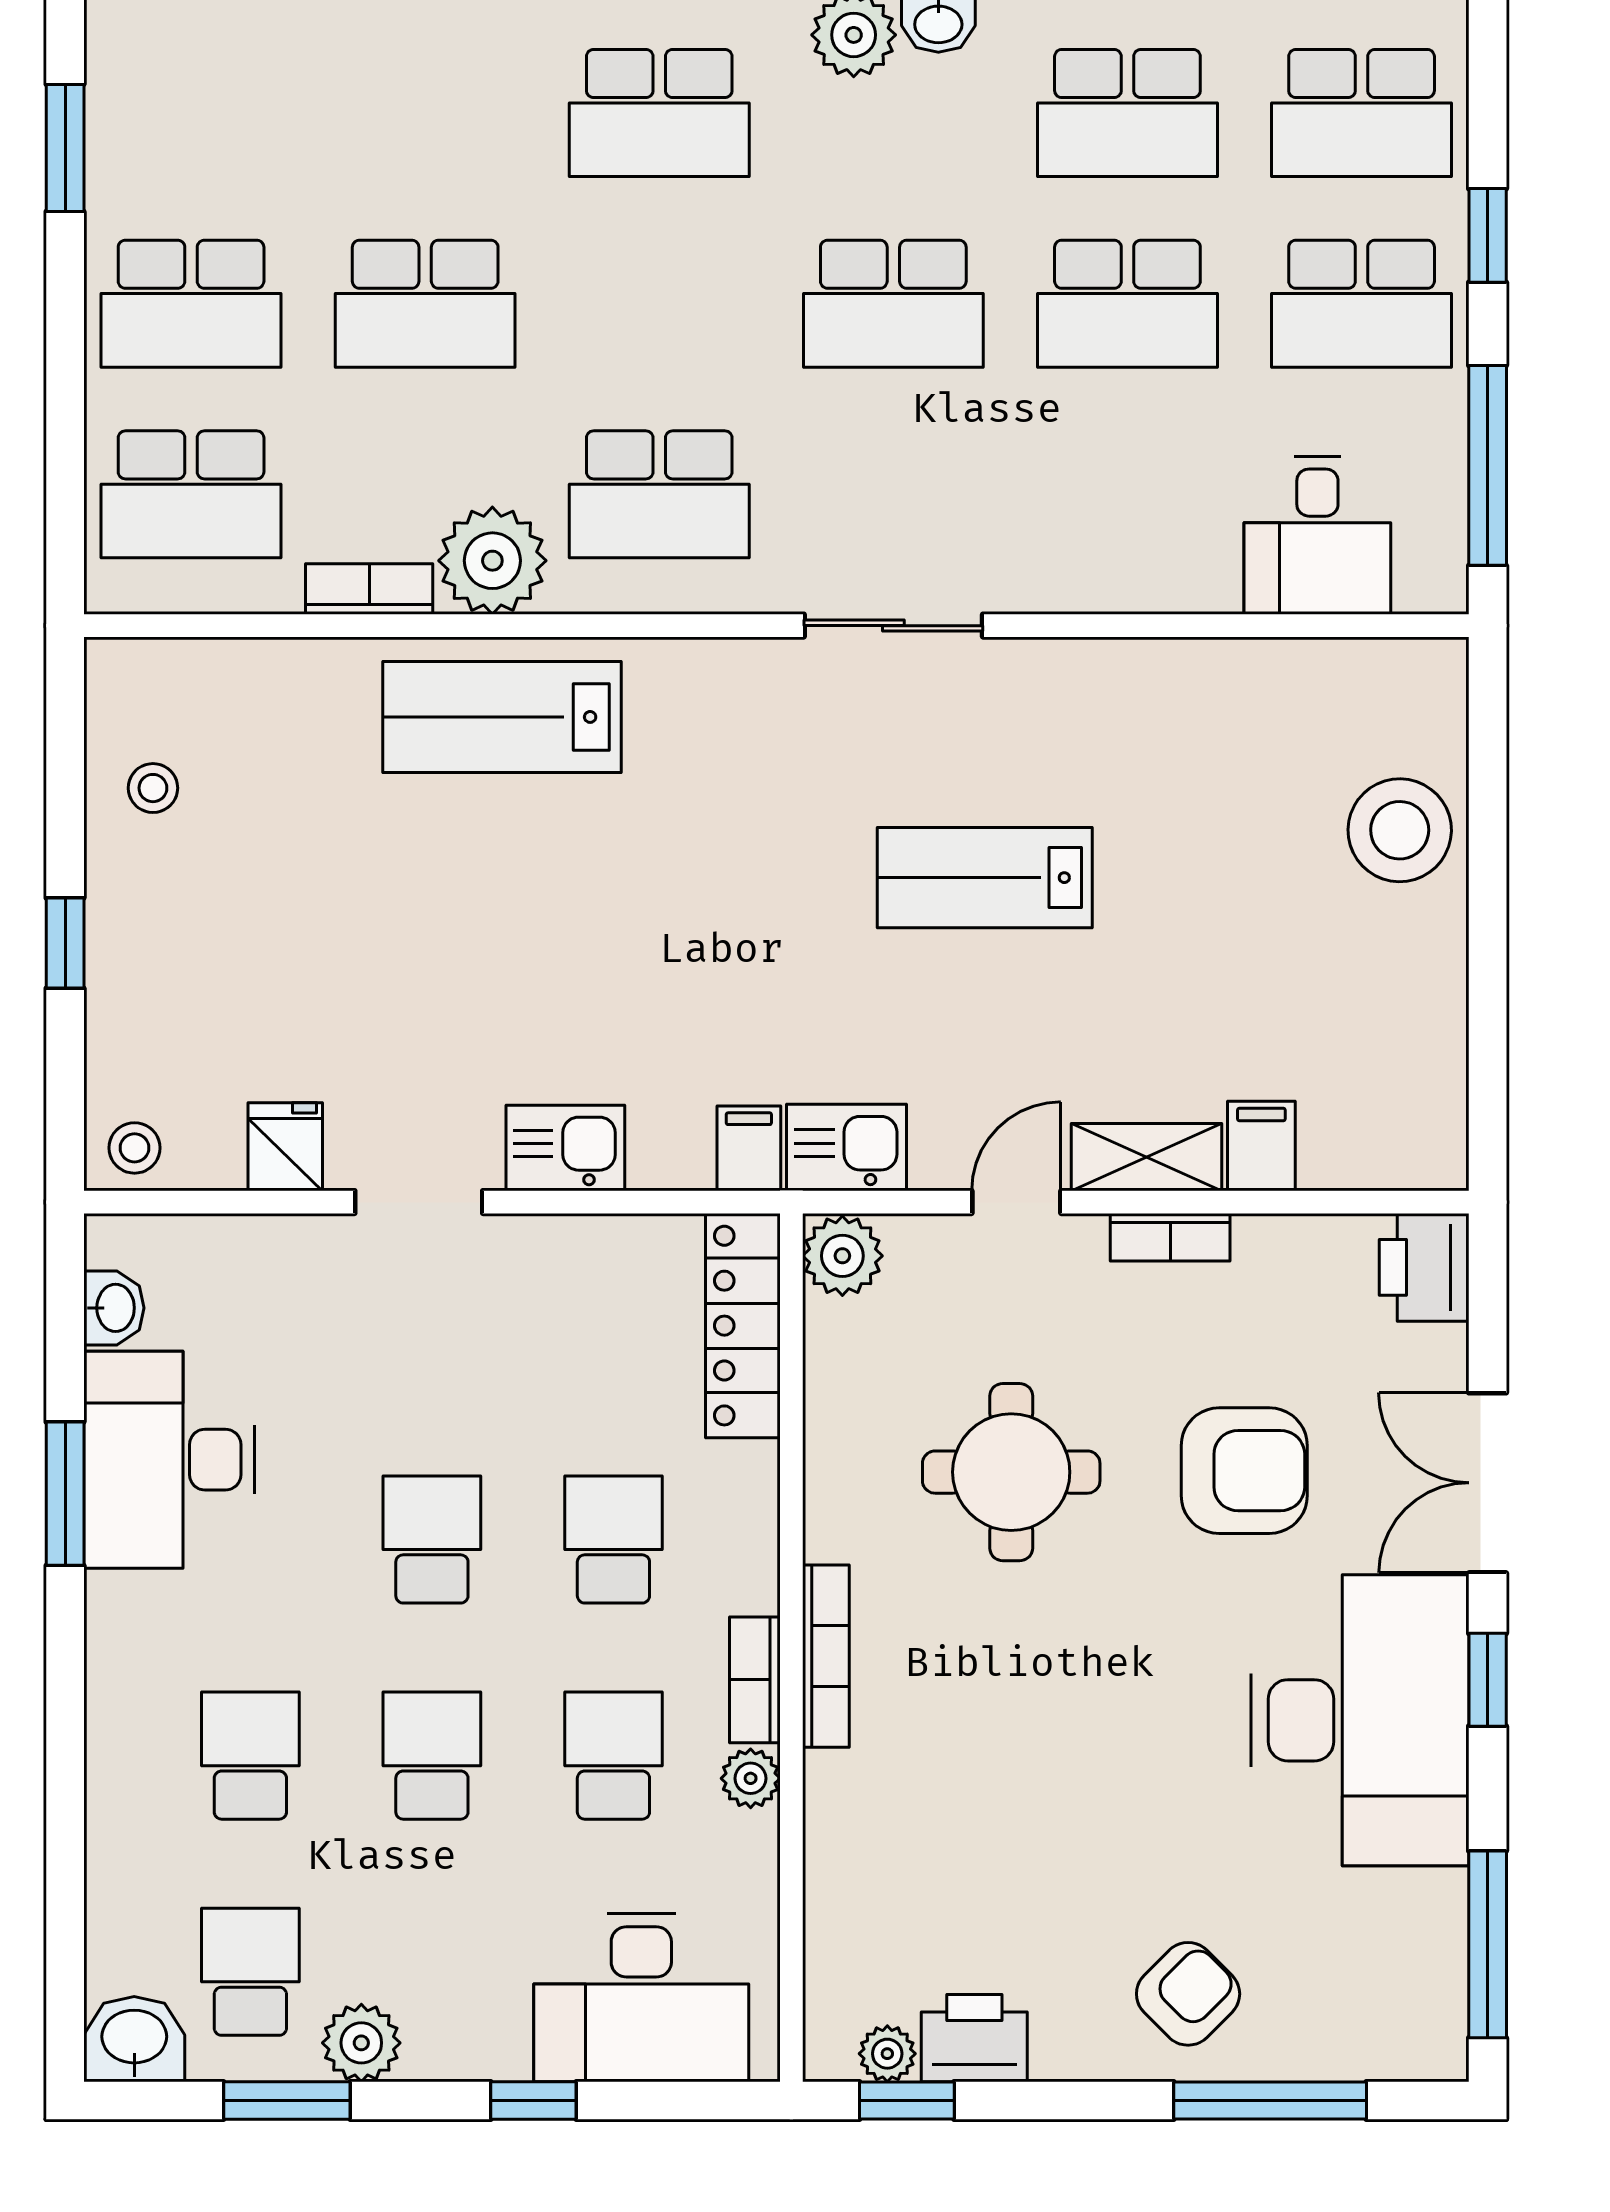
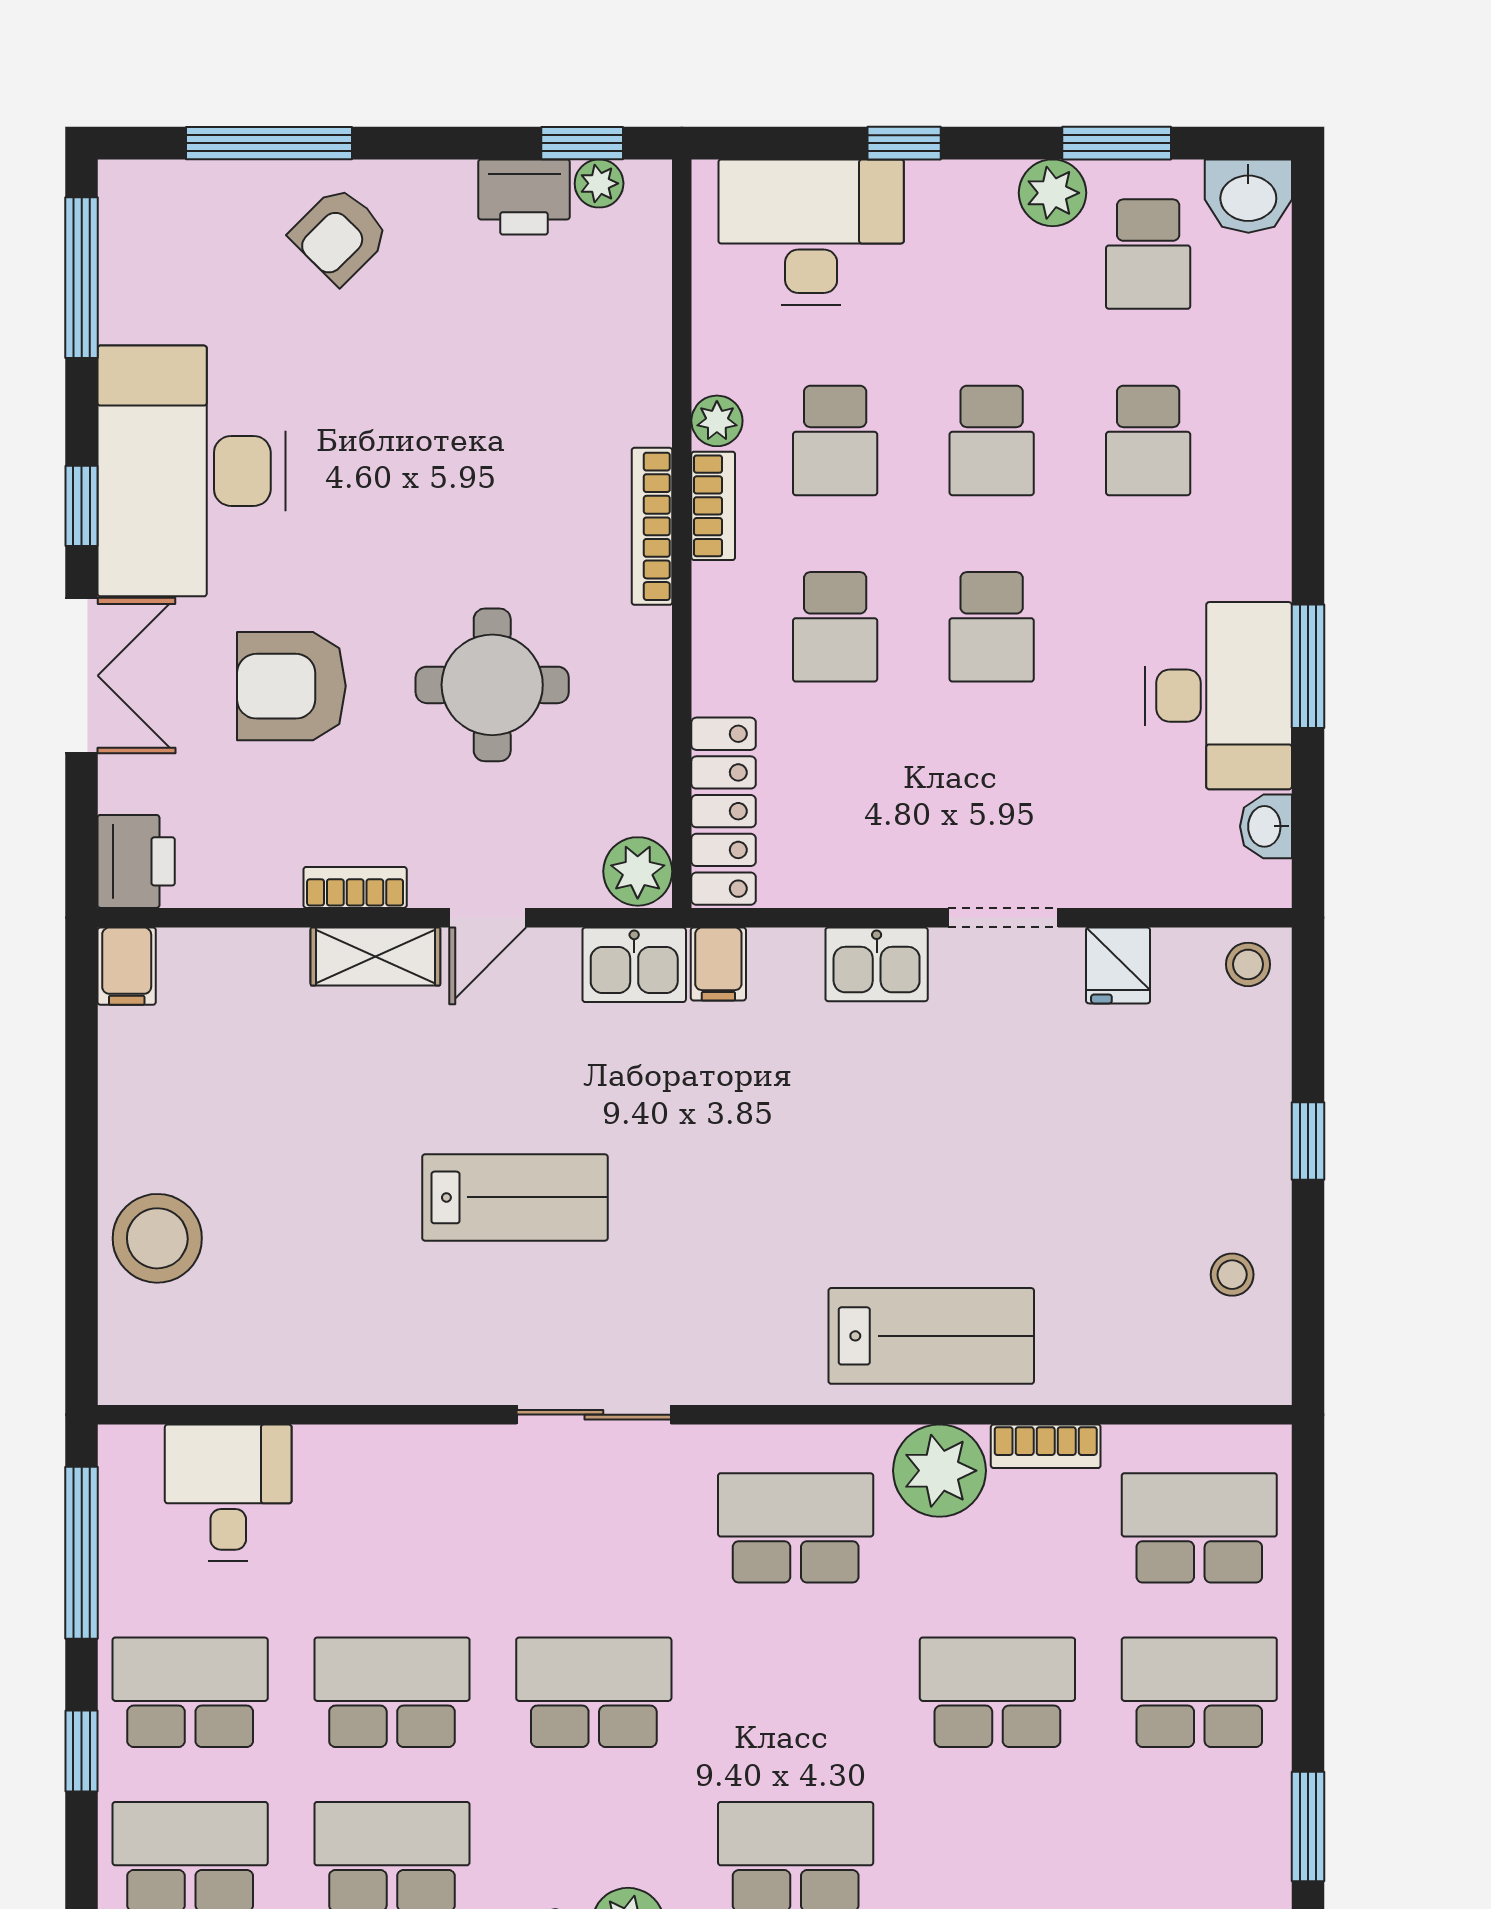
filing cabinet: (1261, 1146) -> (127, 966), moved

